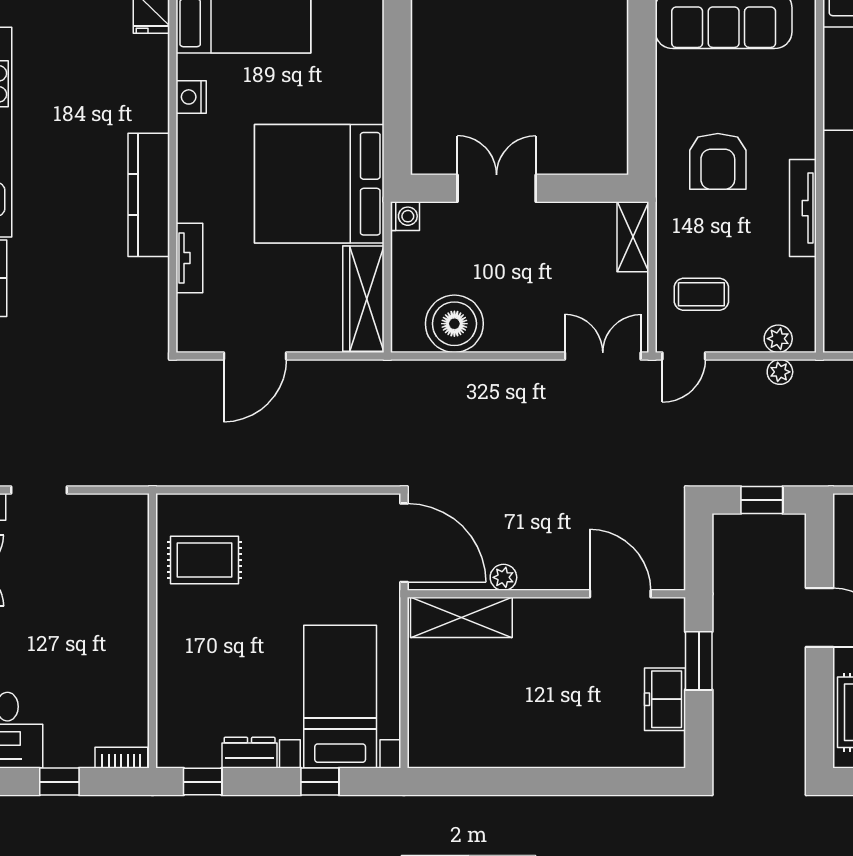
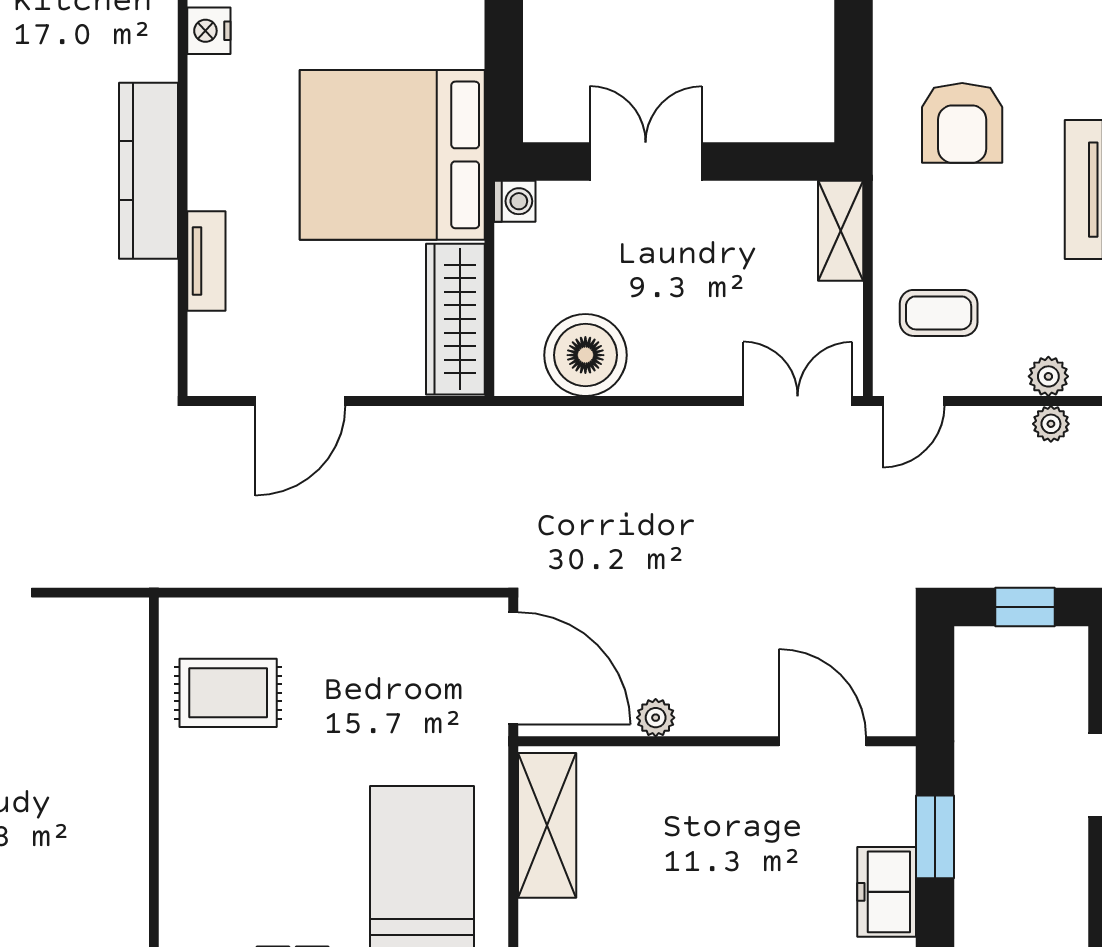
shelving: (461, 617) -> (547, 825), moved, turned 90

